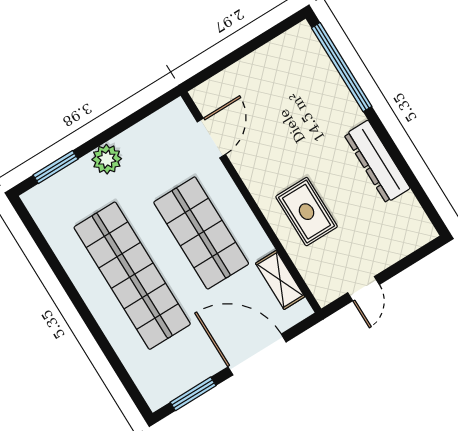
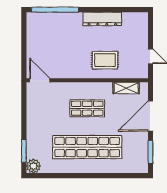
door: (211, 138) -> (40, 80), moved
plant: (107, 159) -> (33, 166), moved
shop shelf: (201, 233) -> (87, 108), width x0.70, depth x0.74

